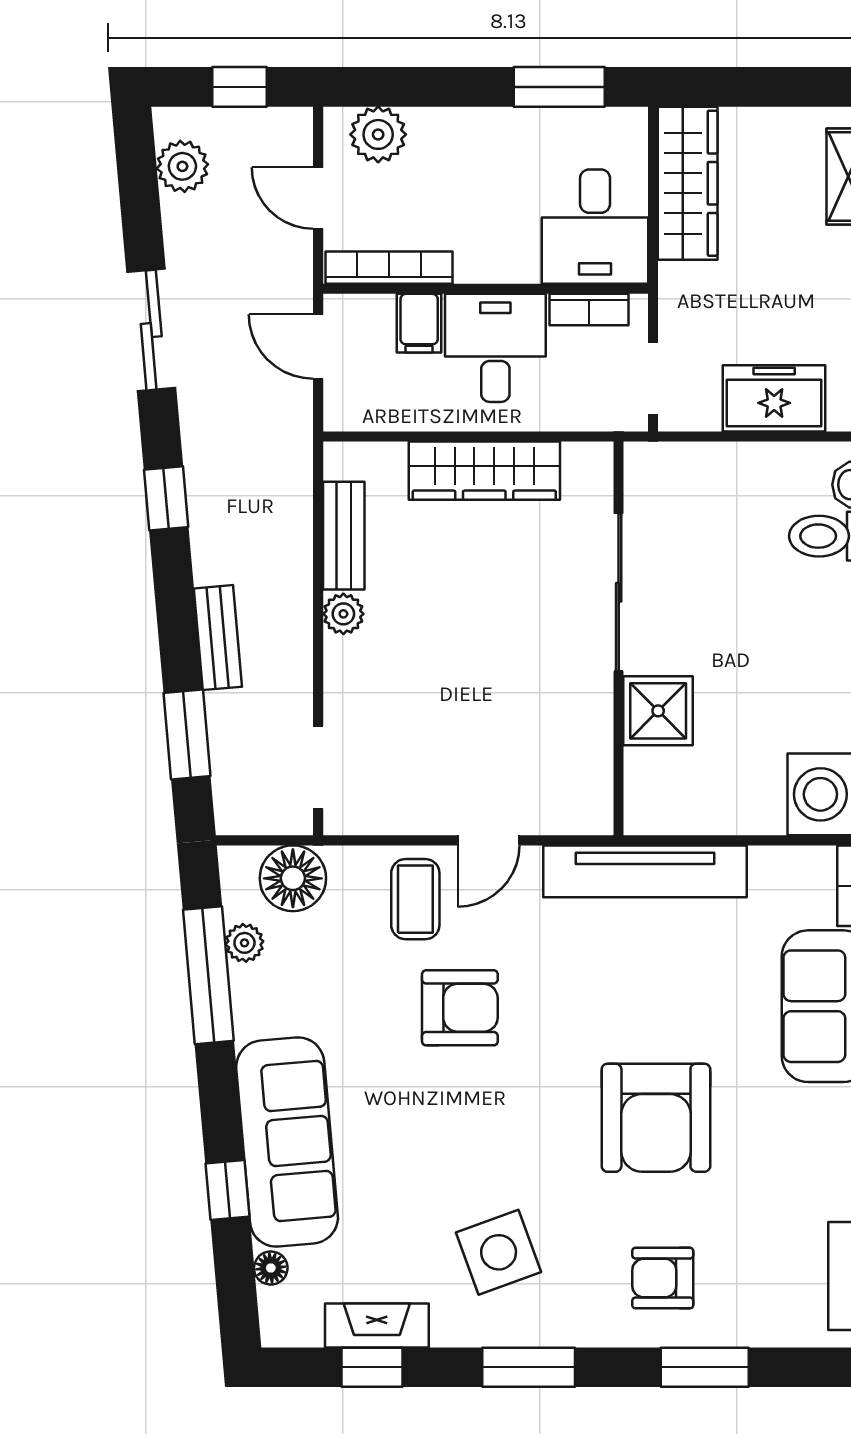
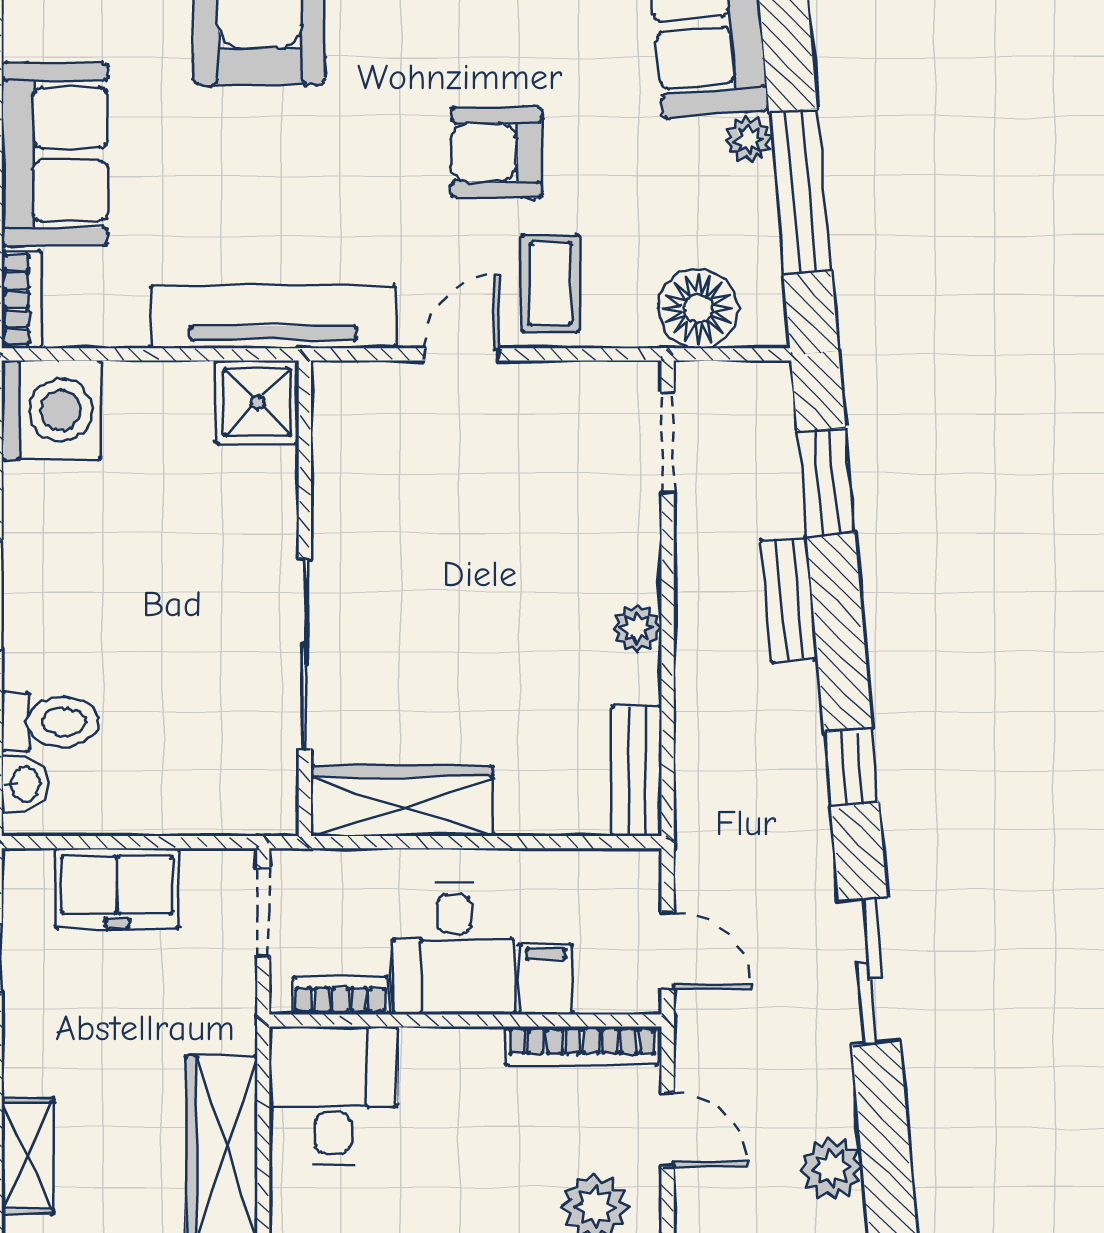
wardrobe: (484, 471) -> (402, 801), moved
bench: (344, 536) -> (637, 771), moved
shower: (658, 711) -> (257, 402), moved
plant: (244, 943) -> (749, 140), moved

